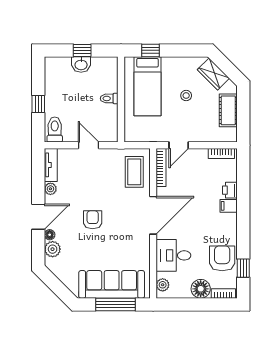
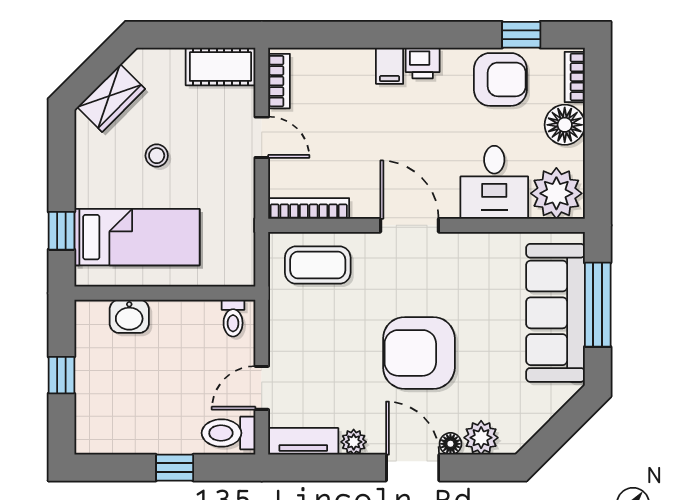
washbasin: (81, 64) -> (129, 316), moved, turned 90
toilet: (109, 98) -> (233, 318), moved
cot: (228, 110) -> (220, 67), moved
door: (88, 145) -> (262, 388), moved
door: (179, 145) -> (262, 137), moved
printer: (230, 190) -> (423, 63), moved
door: (153, 215) -> (410, 225), width x0.73
armchair: (93, 220) -> (419, 353), width x1.88, depth x1.88
armchair: (222, 258) -> (500, 79), turned 180
plant: (163, 285) -> (556, 193), width x1.87, depth x1.87

